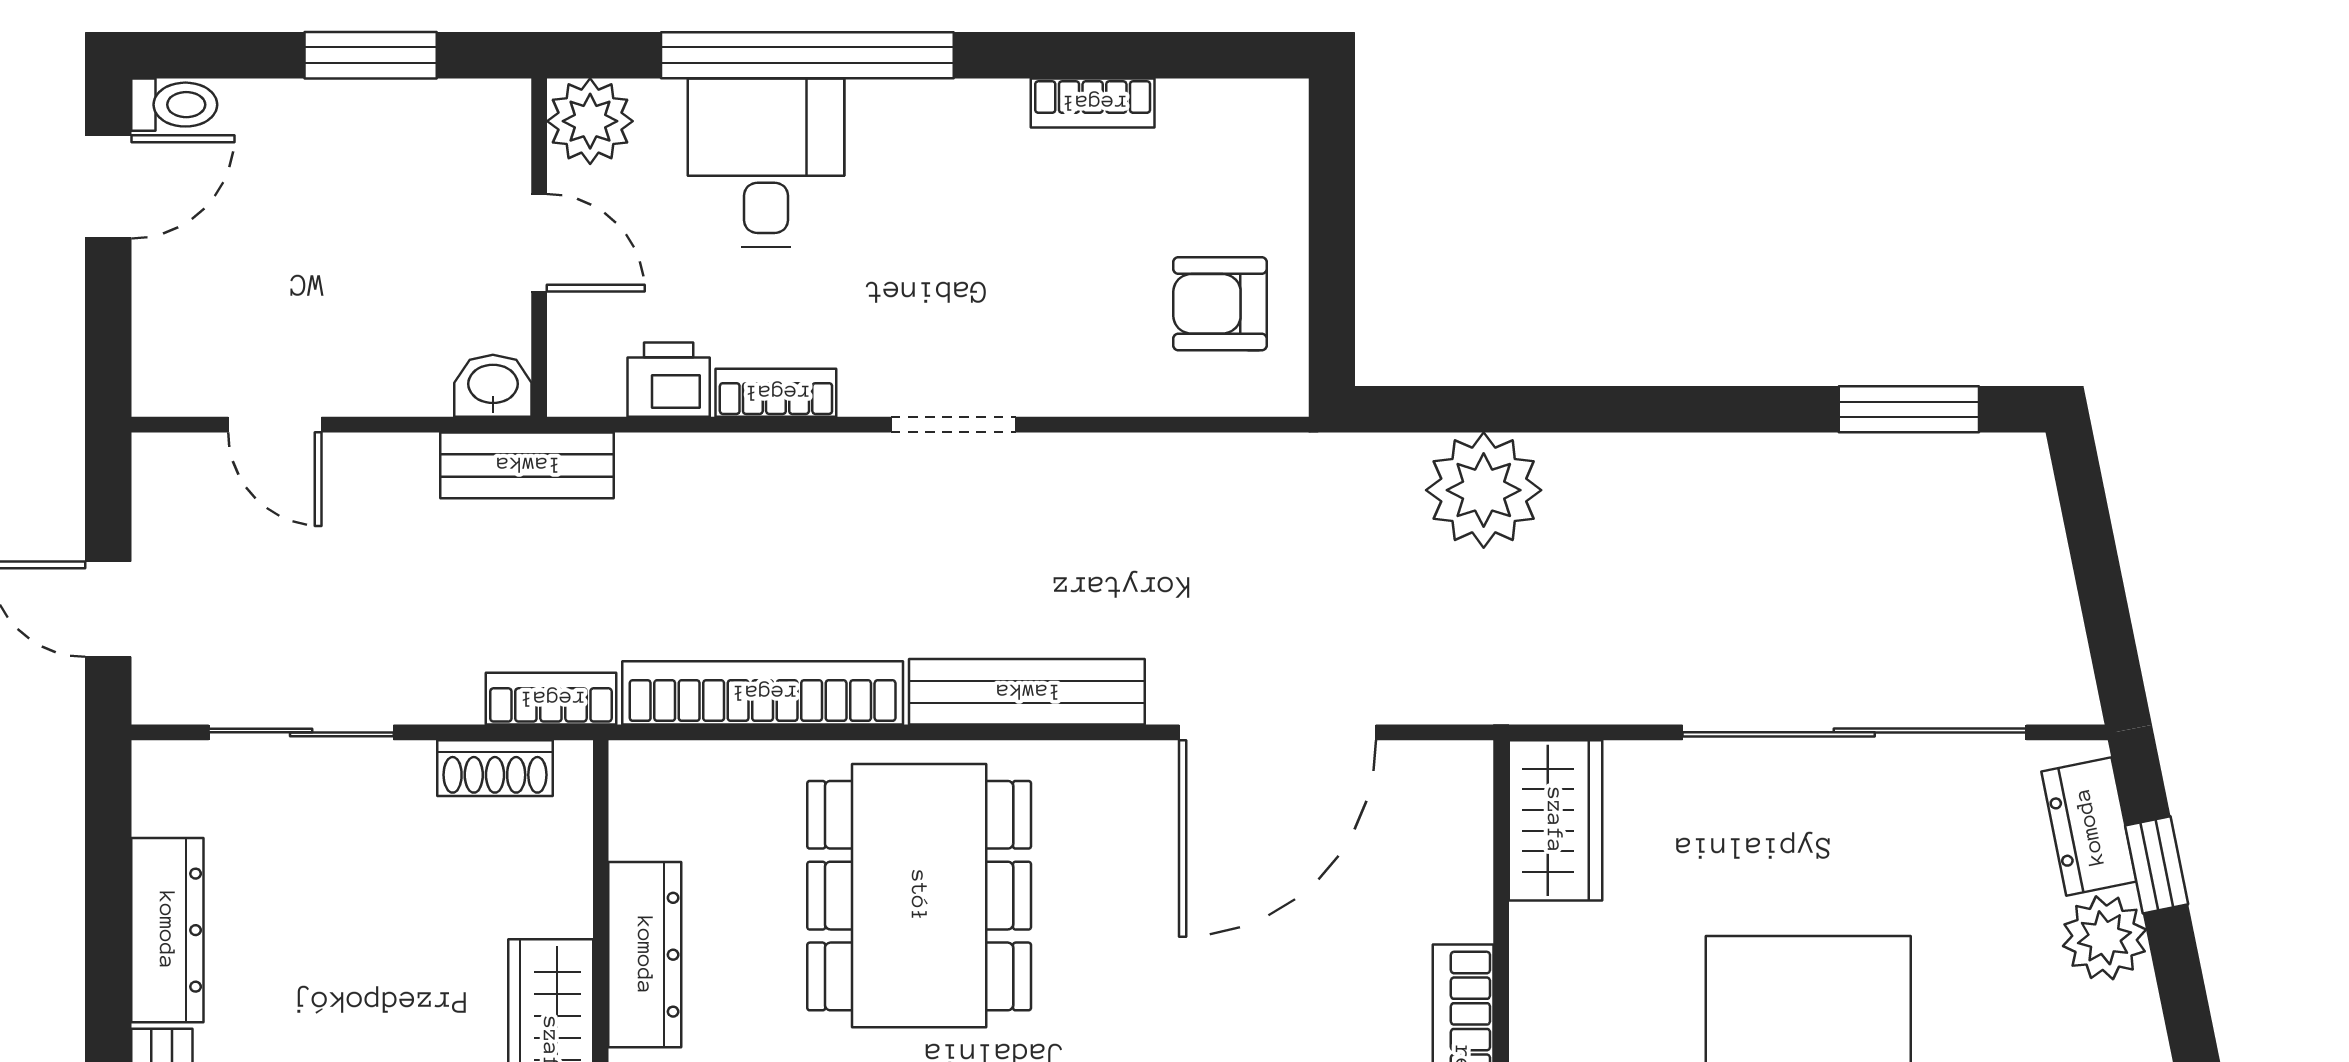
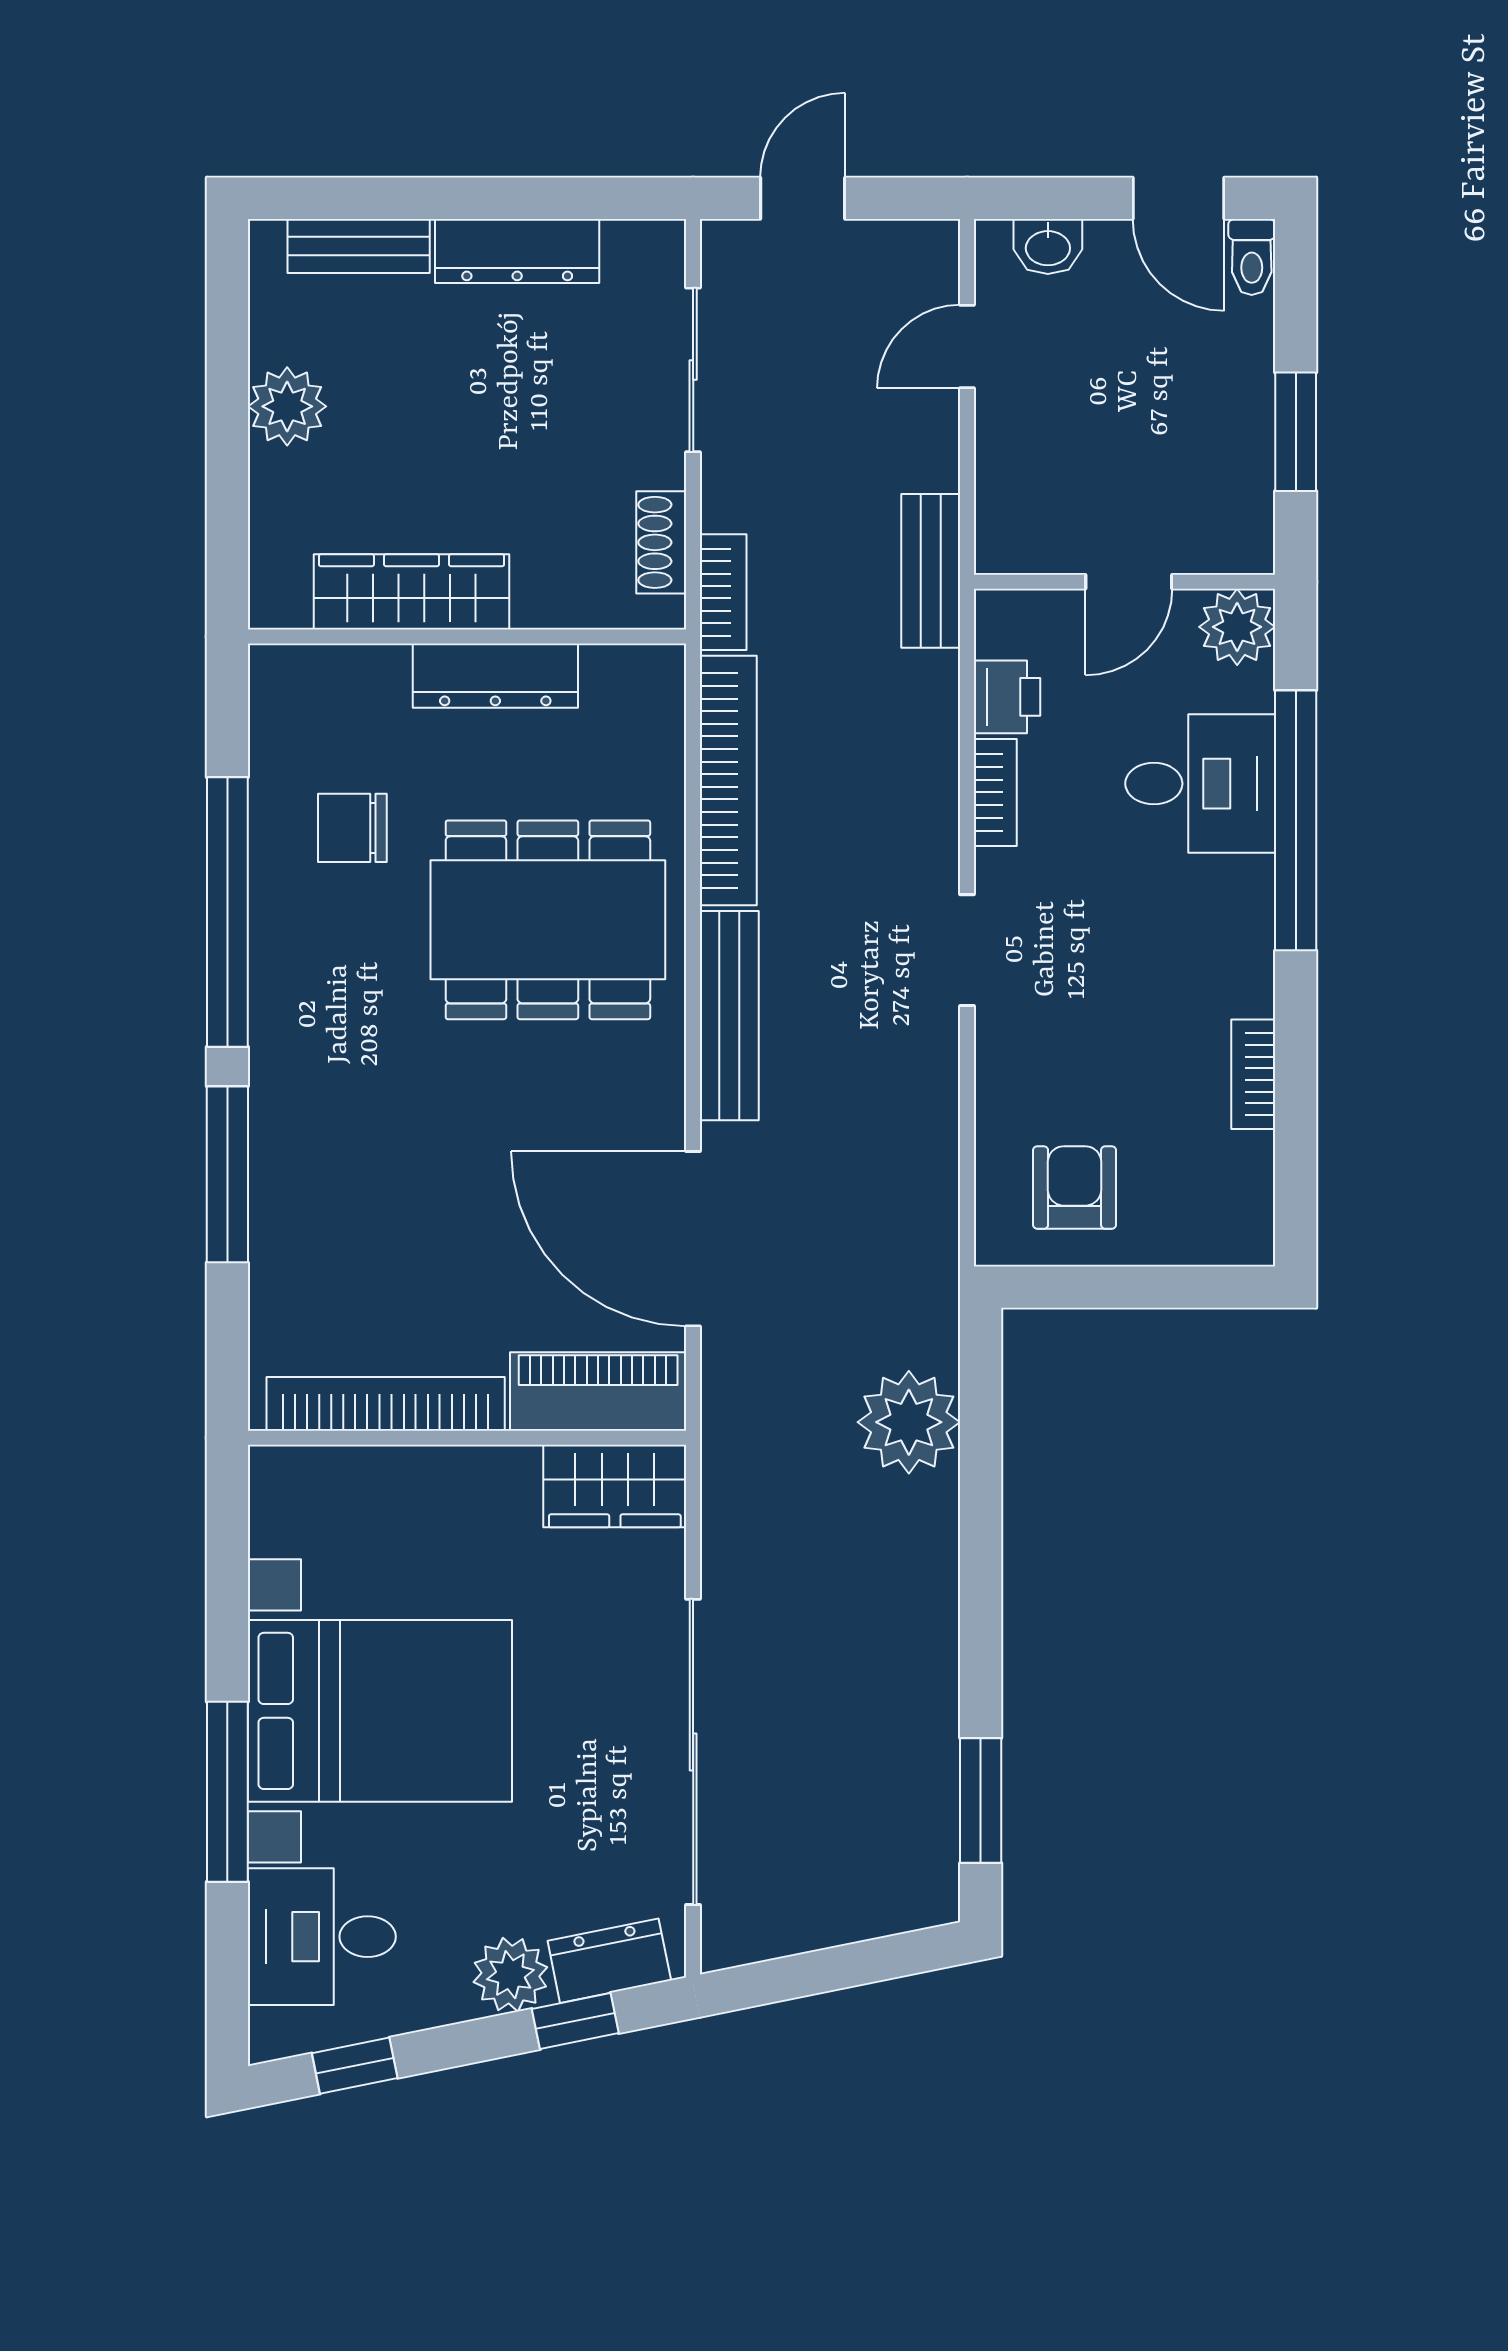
washbasin: (493, 386) -> (1048, 247), moved, turned 90
piano: (1449, 839) -> (598, 1391), added

